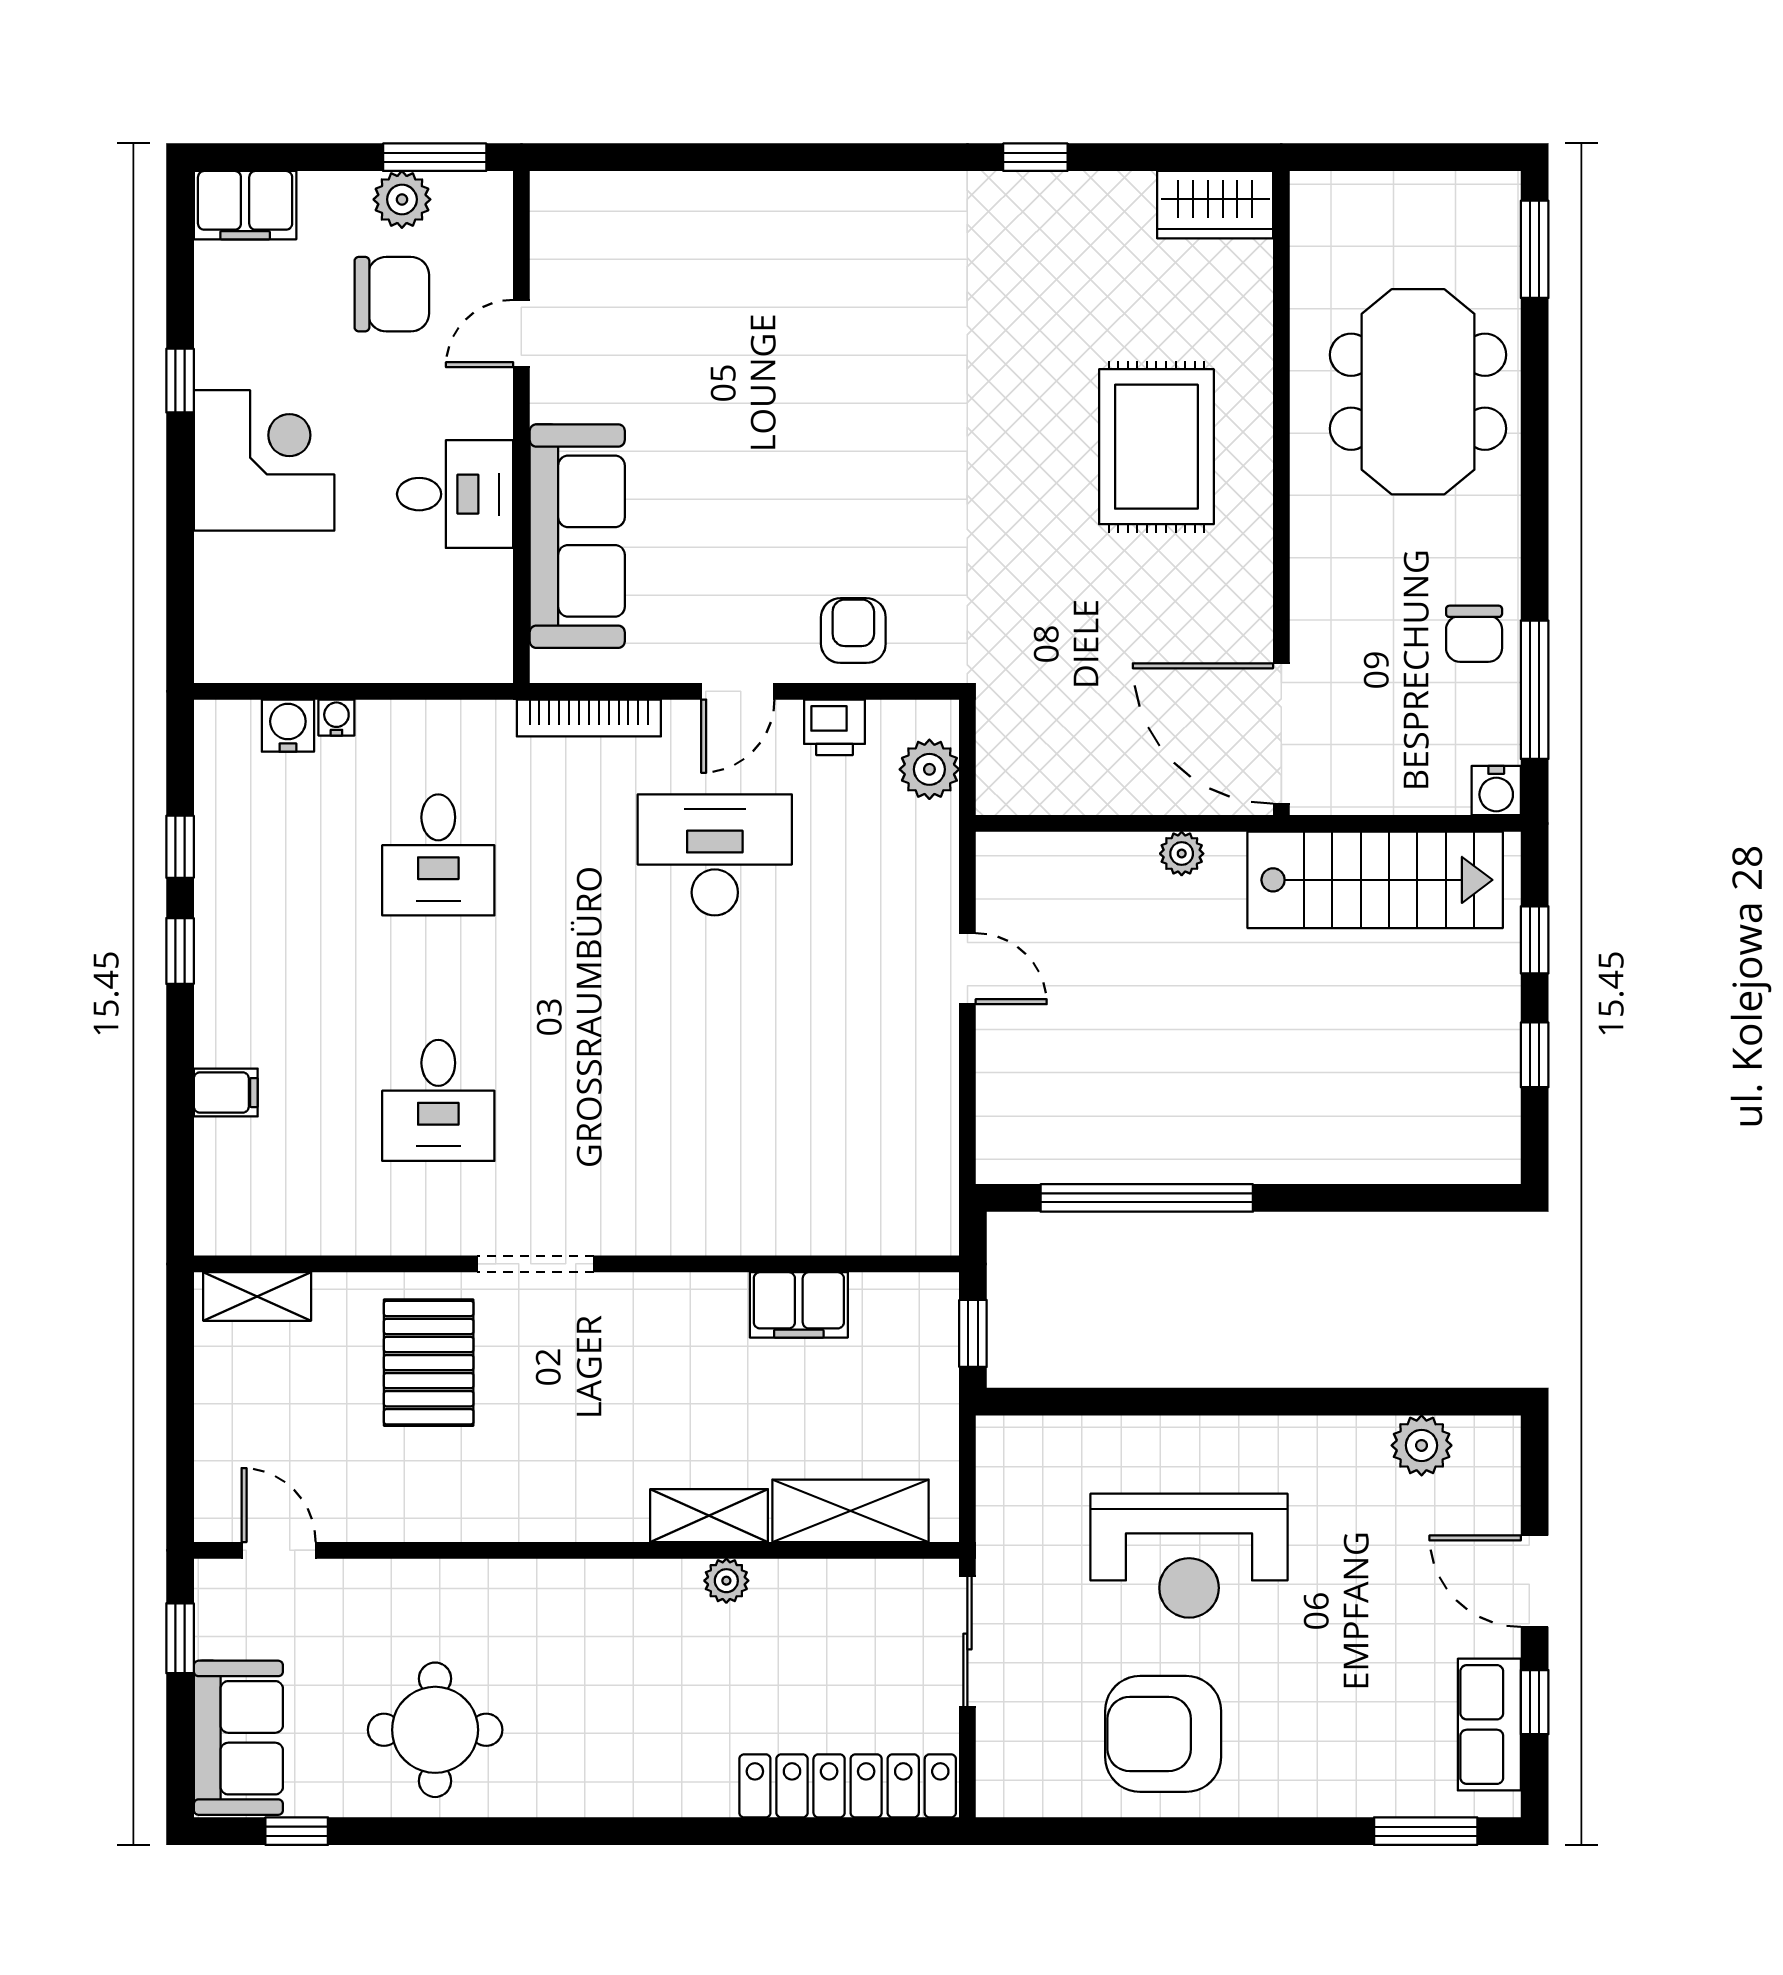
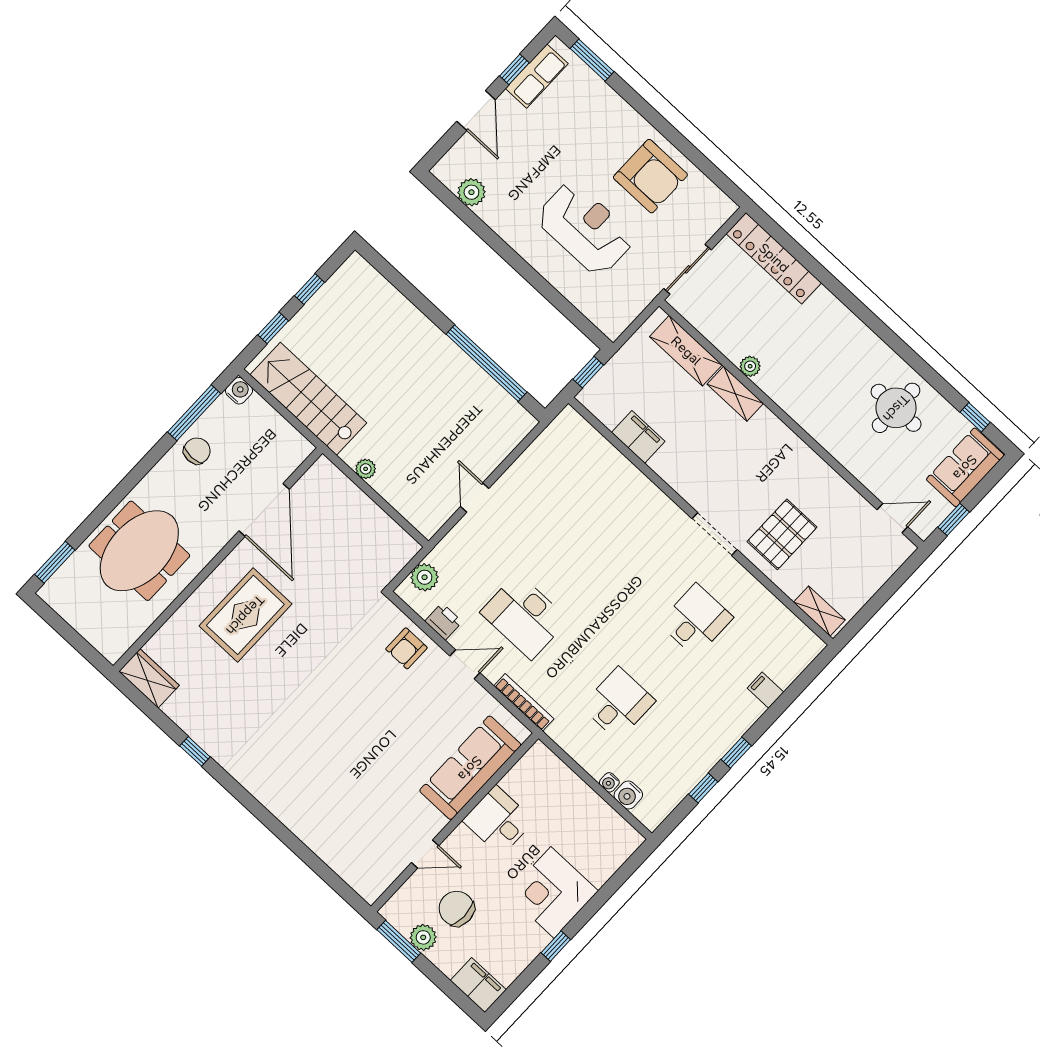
door: (1281, 733) -> (264, 510), moved
door: (279, 1550) -> (892, 518), swing flipped

